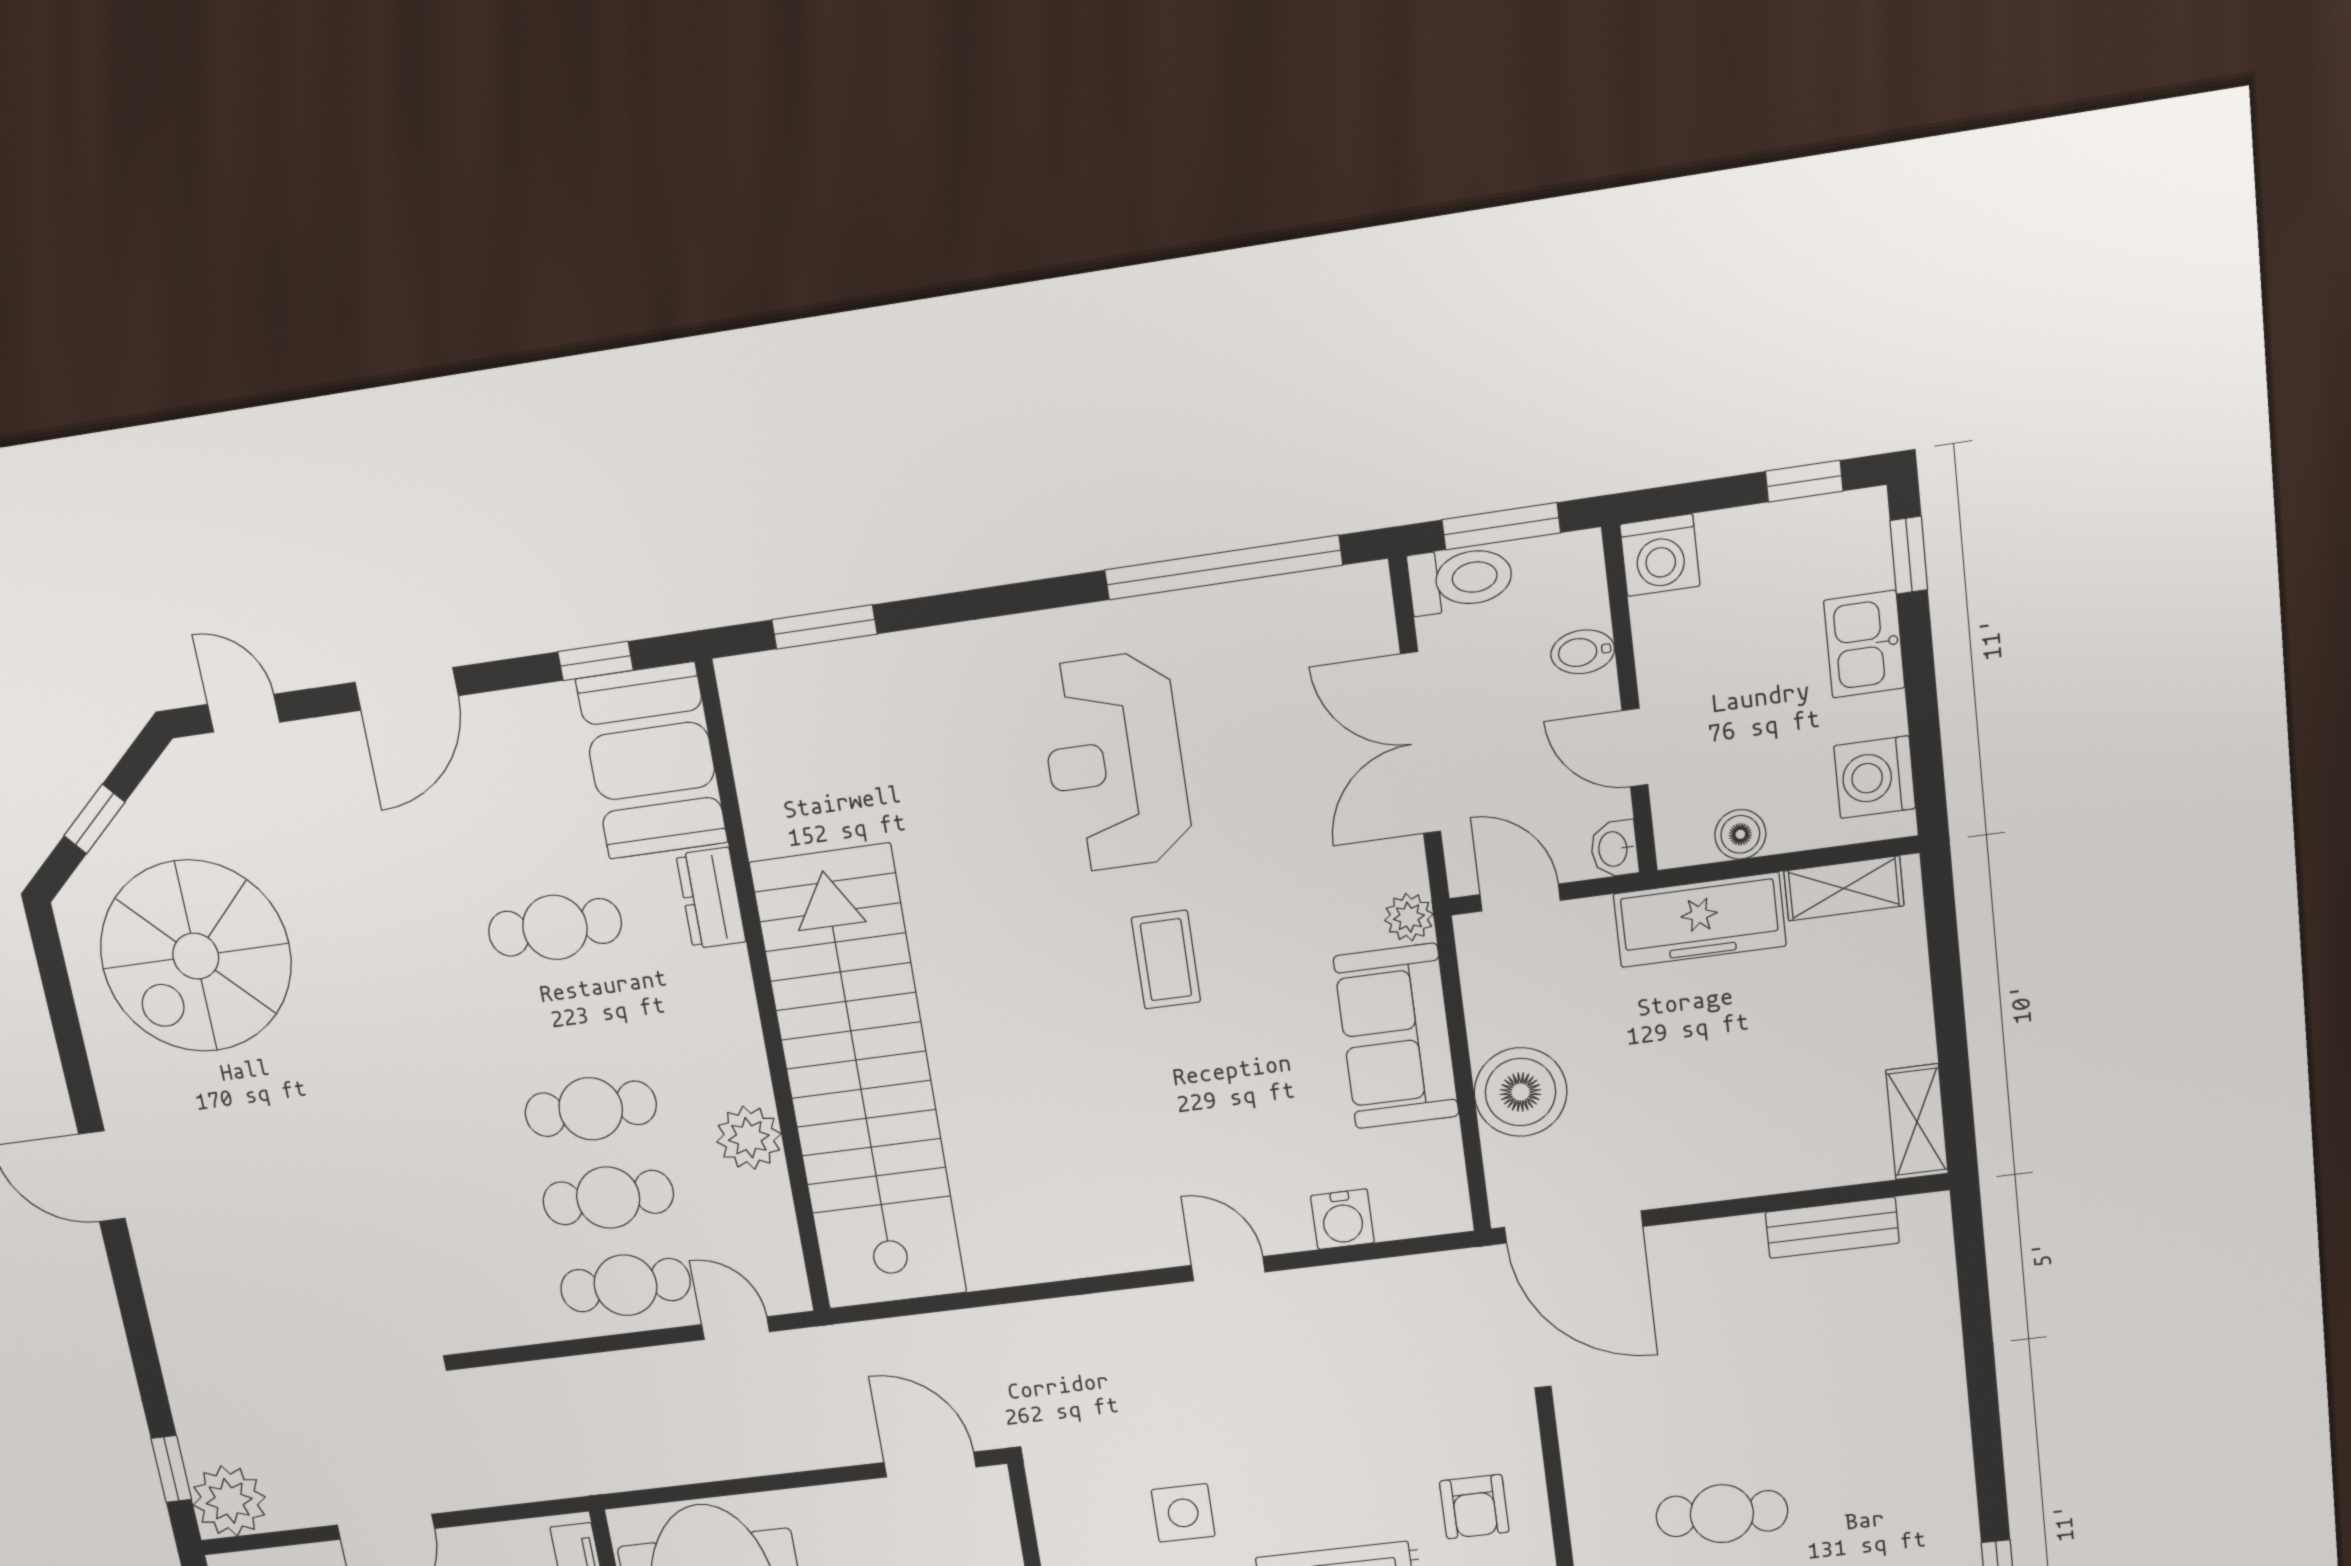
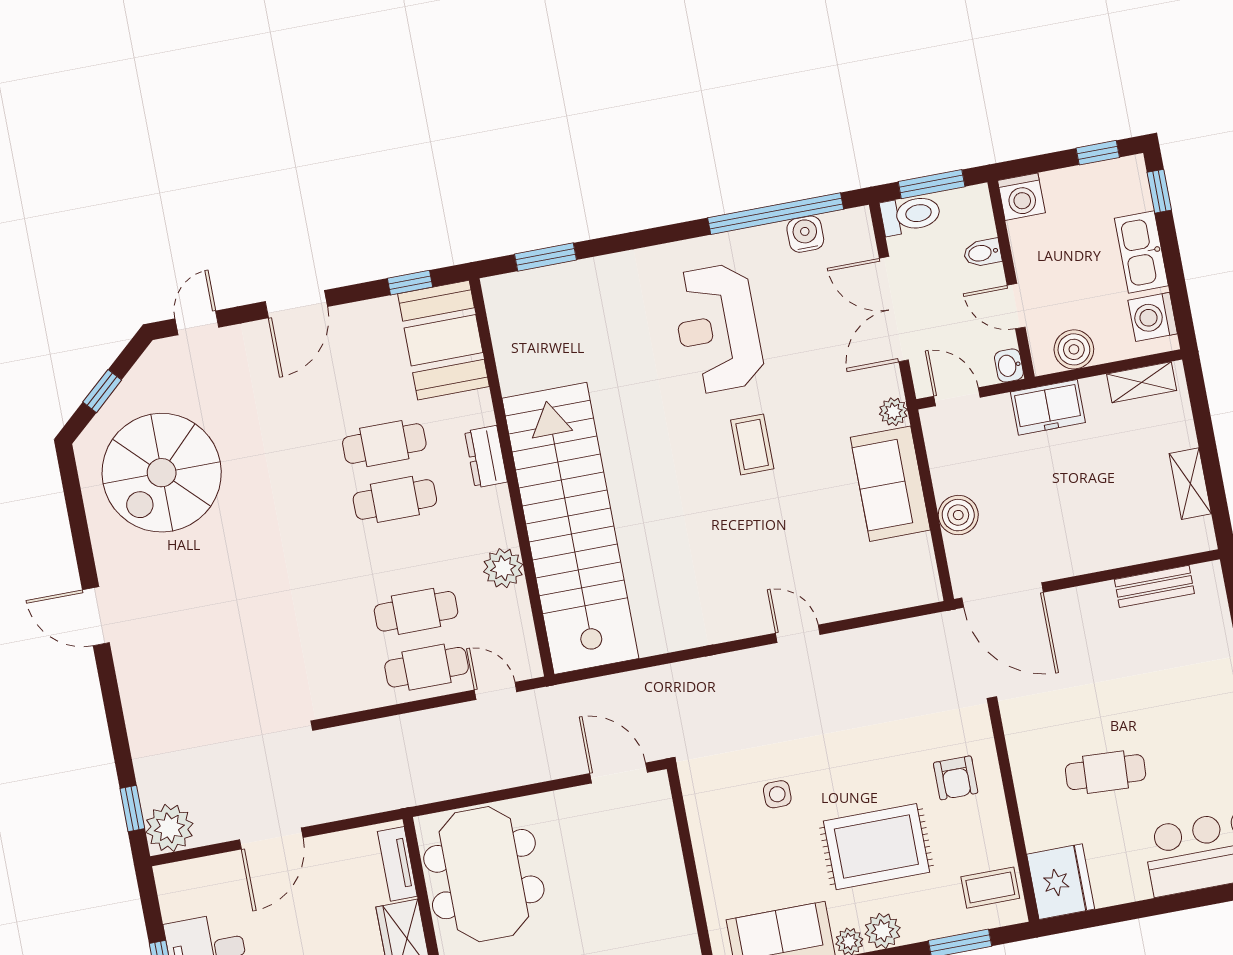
kitchen sink: (1864, 644) -> (1141, 252), width x1.38
door: (244, 713) -> (197, 323), hinge flipped
boiler: (1740, 834) -> (1074, 349), width x1.36, depth x1.36
dresser: (711, 898) -> (486, 457), moved
freezer: (1700, 920) -> (1048, 407), width x0.71
boiler: (1520, 1092) -> (958, 515), width x0.73, depth x0.73
cafe table: (591, 1109) -> (395, 499), moved
shelving: (1917, 1122) -> (1190, 484), moved
water cooler: (1342, 1219) -> (805, 234), moved, turned 180
side table: (1183, 1513) -> (777, 794), width x0.73, depth x0.73

